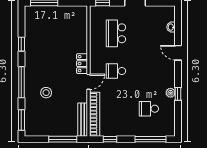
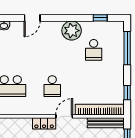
door: (88, 82) -> (64, 116), hinge flipped
plant: (171, 93) -> (72, 31), width x1.87, depth x1.87
window: (178, 94) -> (100, 18), moved

